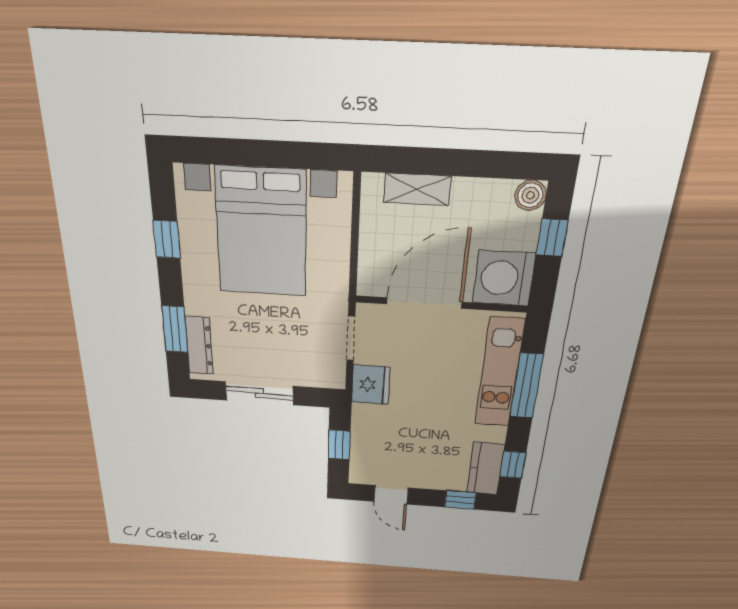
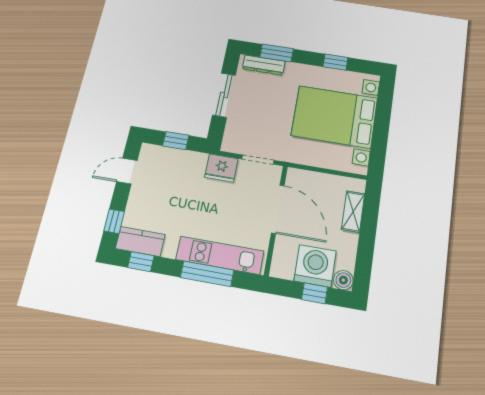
washing machine: (504, 278) -> (315, 266), moved

